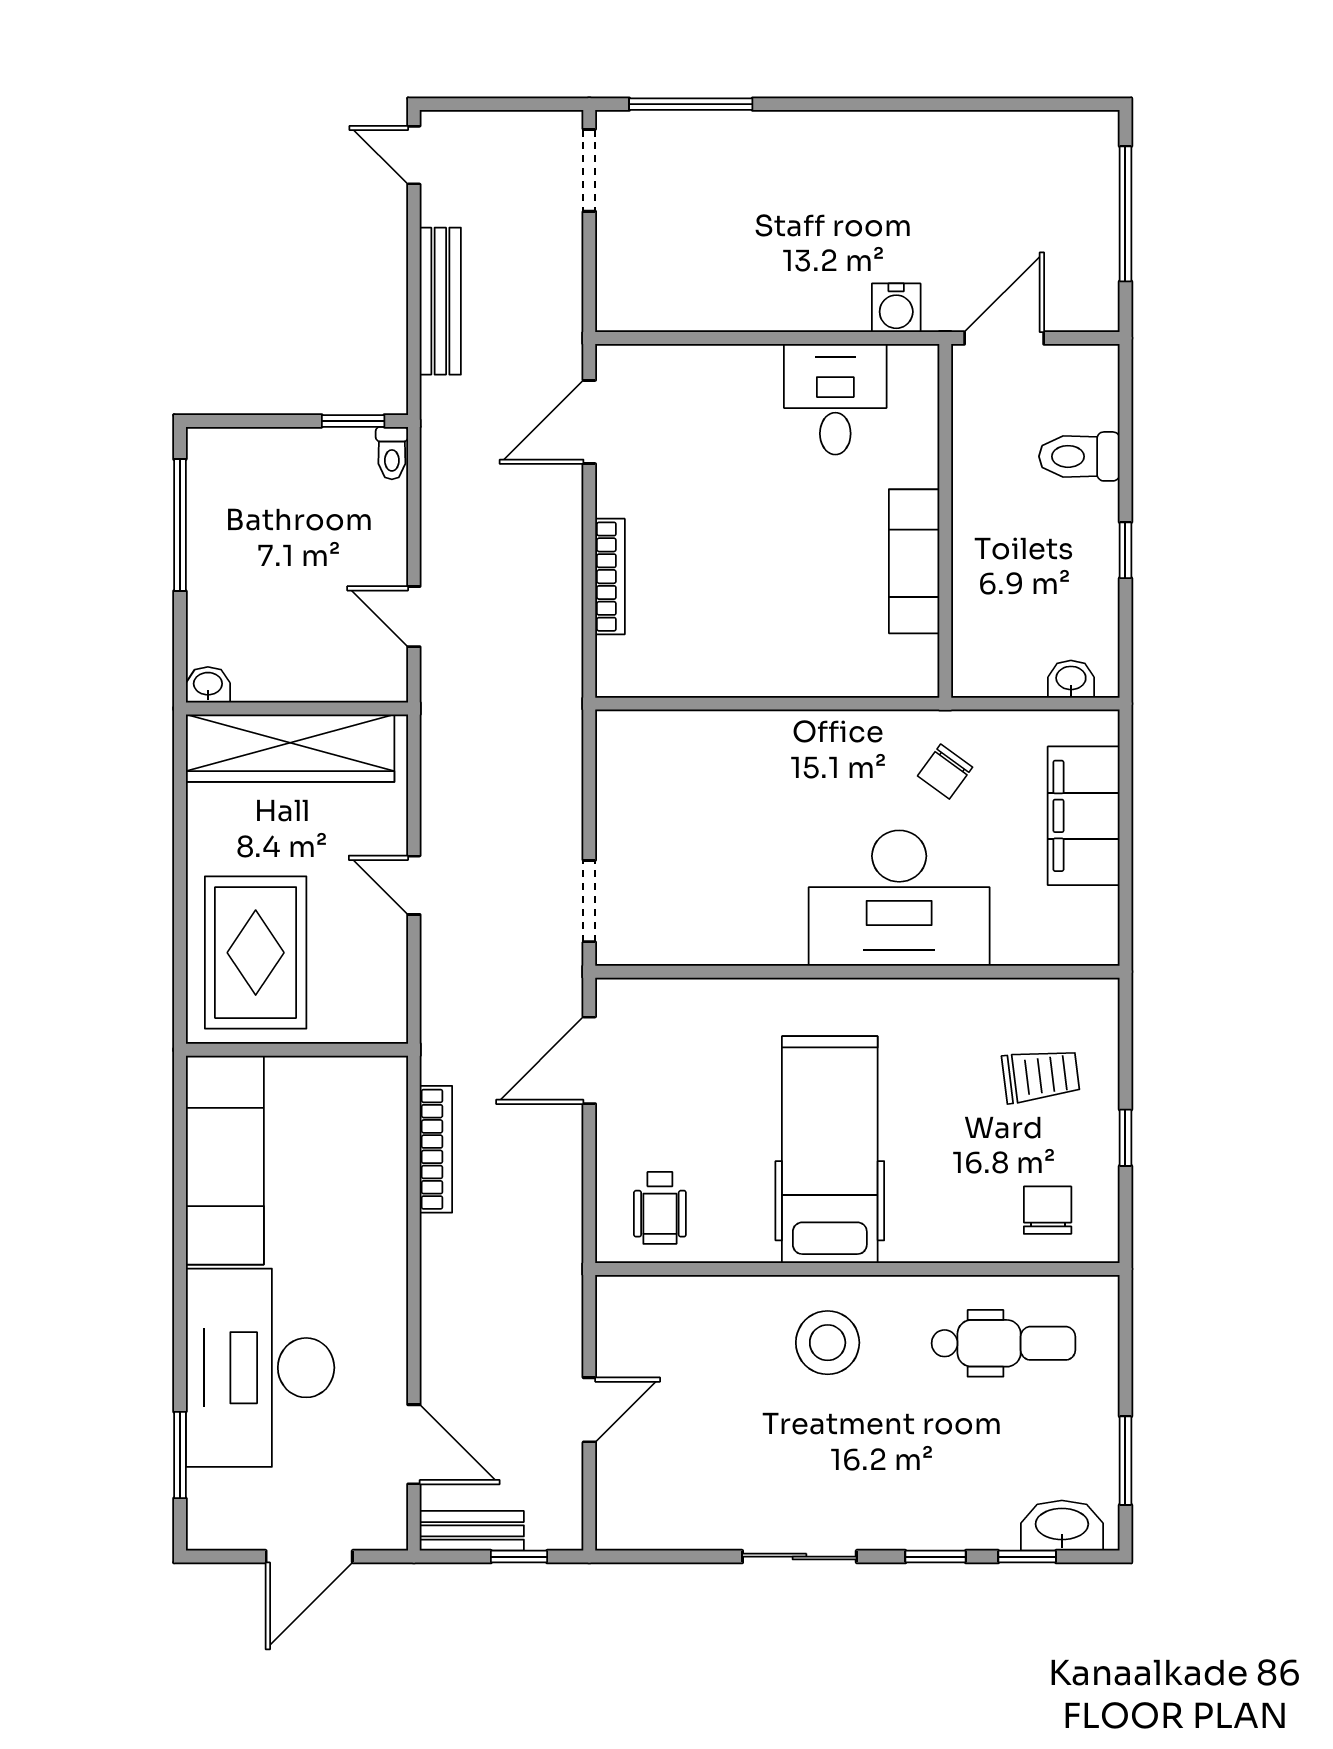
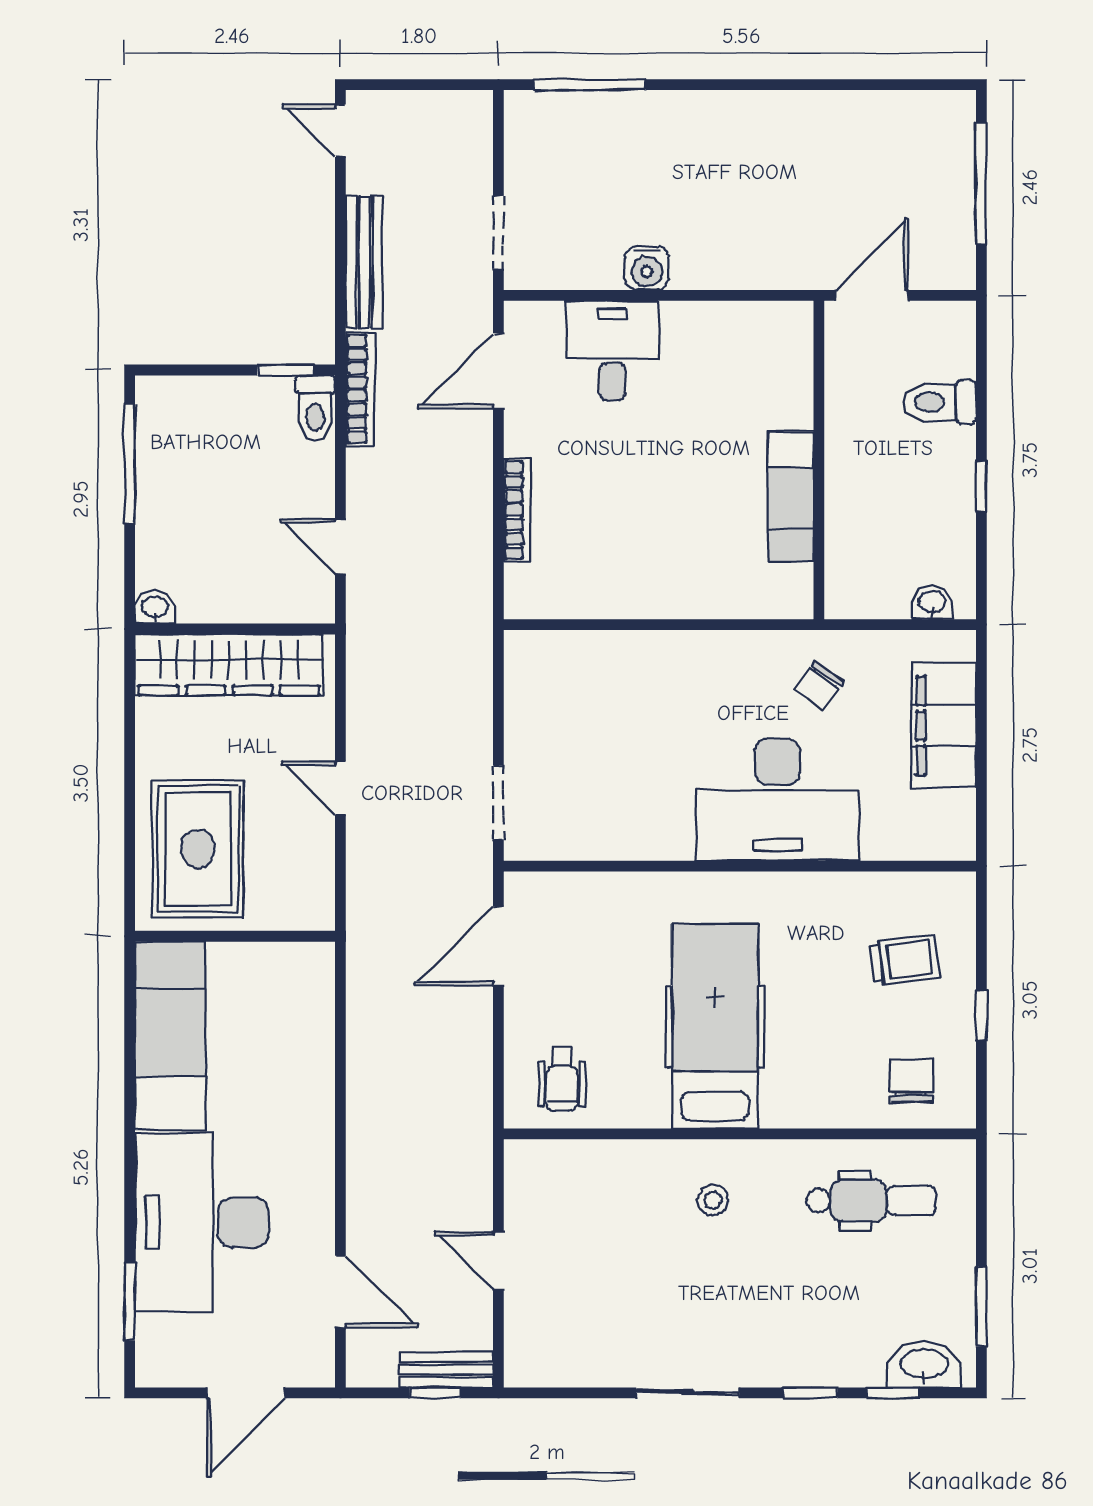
doorway: (589, 170) -> (498, 233), moved
water cooler: (896, 308) -> (647, 268), moved
desk: (835, 399) -> (612, 350), moved
toilet: (392, 453) -> (315, 408), width x1.37, depth x1.39
bookcase: (436, 1149) -> (360, 389), moved
stool: (828, 1343) -> (713, 1200), width x0.53, depth x0.53
door: (589, 1410) -> (498, 1261), swing flipped
bench: (472, 1531) -> (446, 1370), moved

